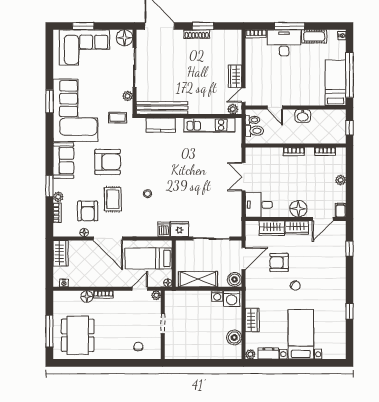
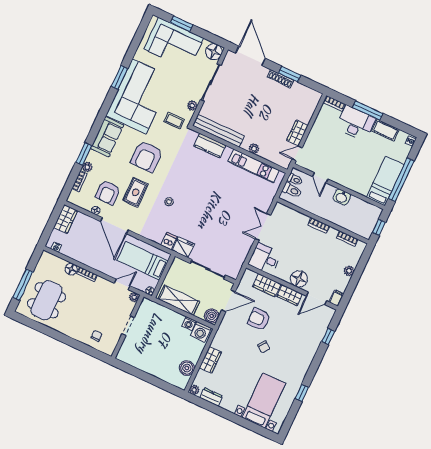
plant: (233, 109) -> (254, 149), moved
armchair: (108, 162) -> (147, 156), turned 90
bed with nightstands: (301, 334) -> (264, 400), moved

